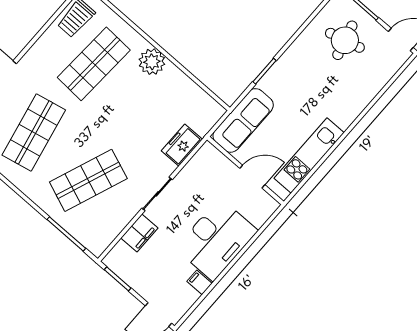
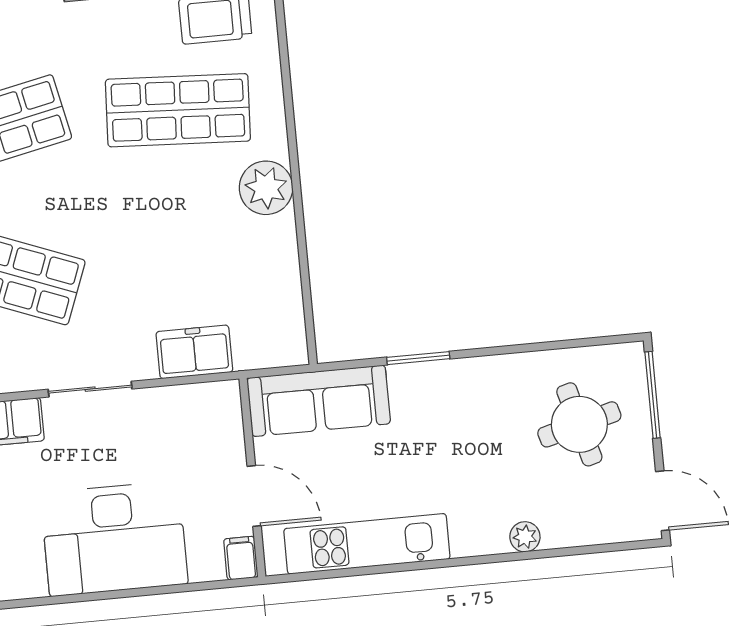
plant: (364, 99) -> (525, 537), added
filing cabinet: (199, 282) -> (241, 558), moved

